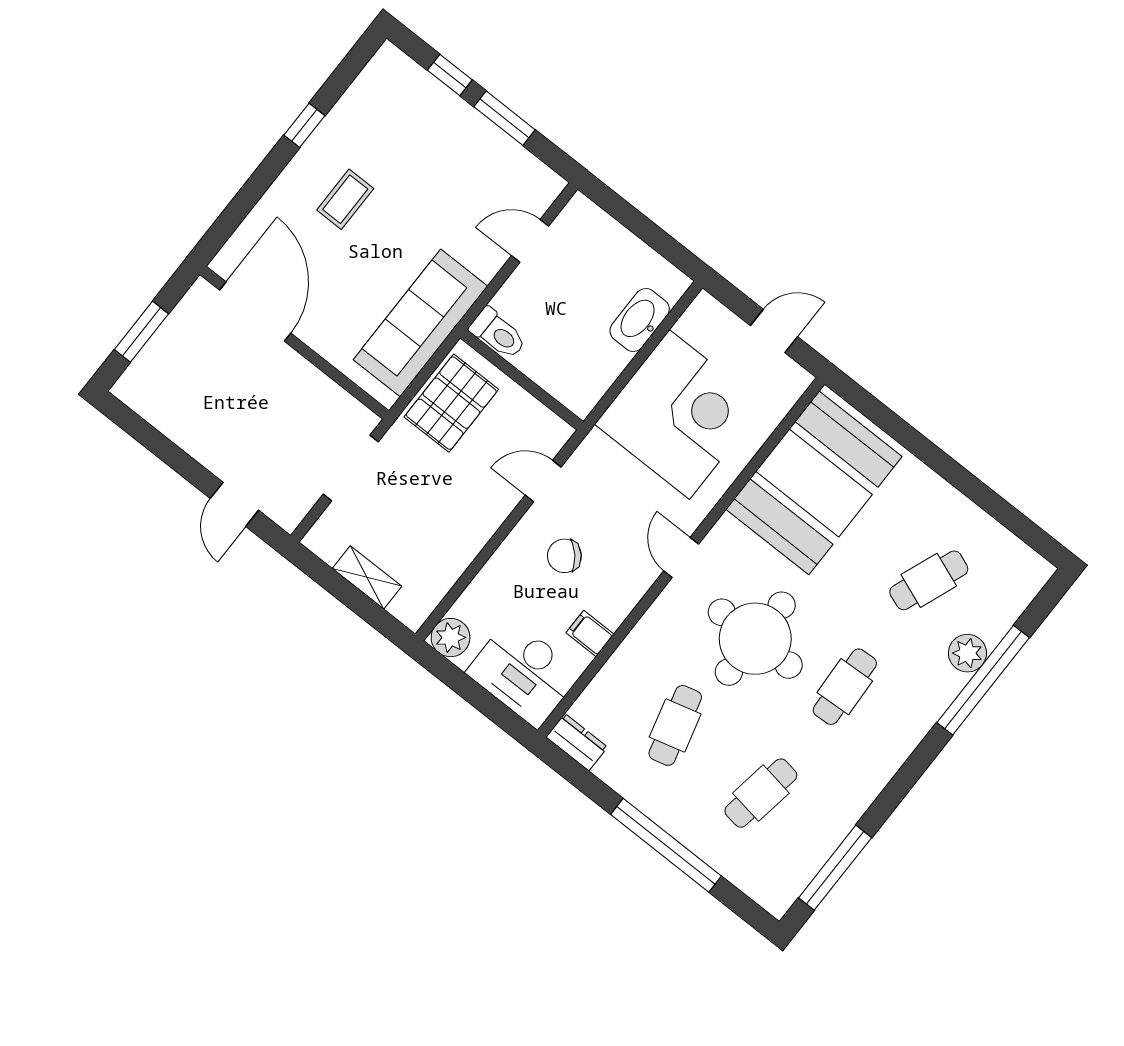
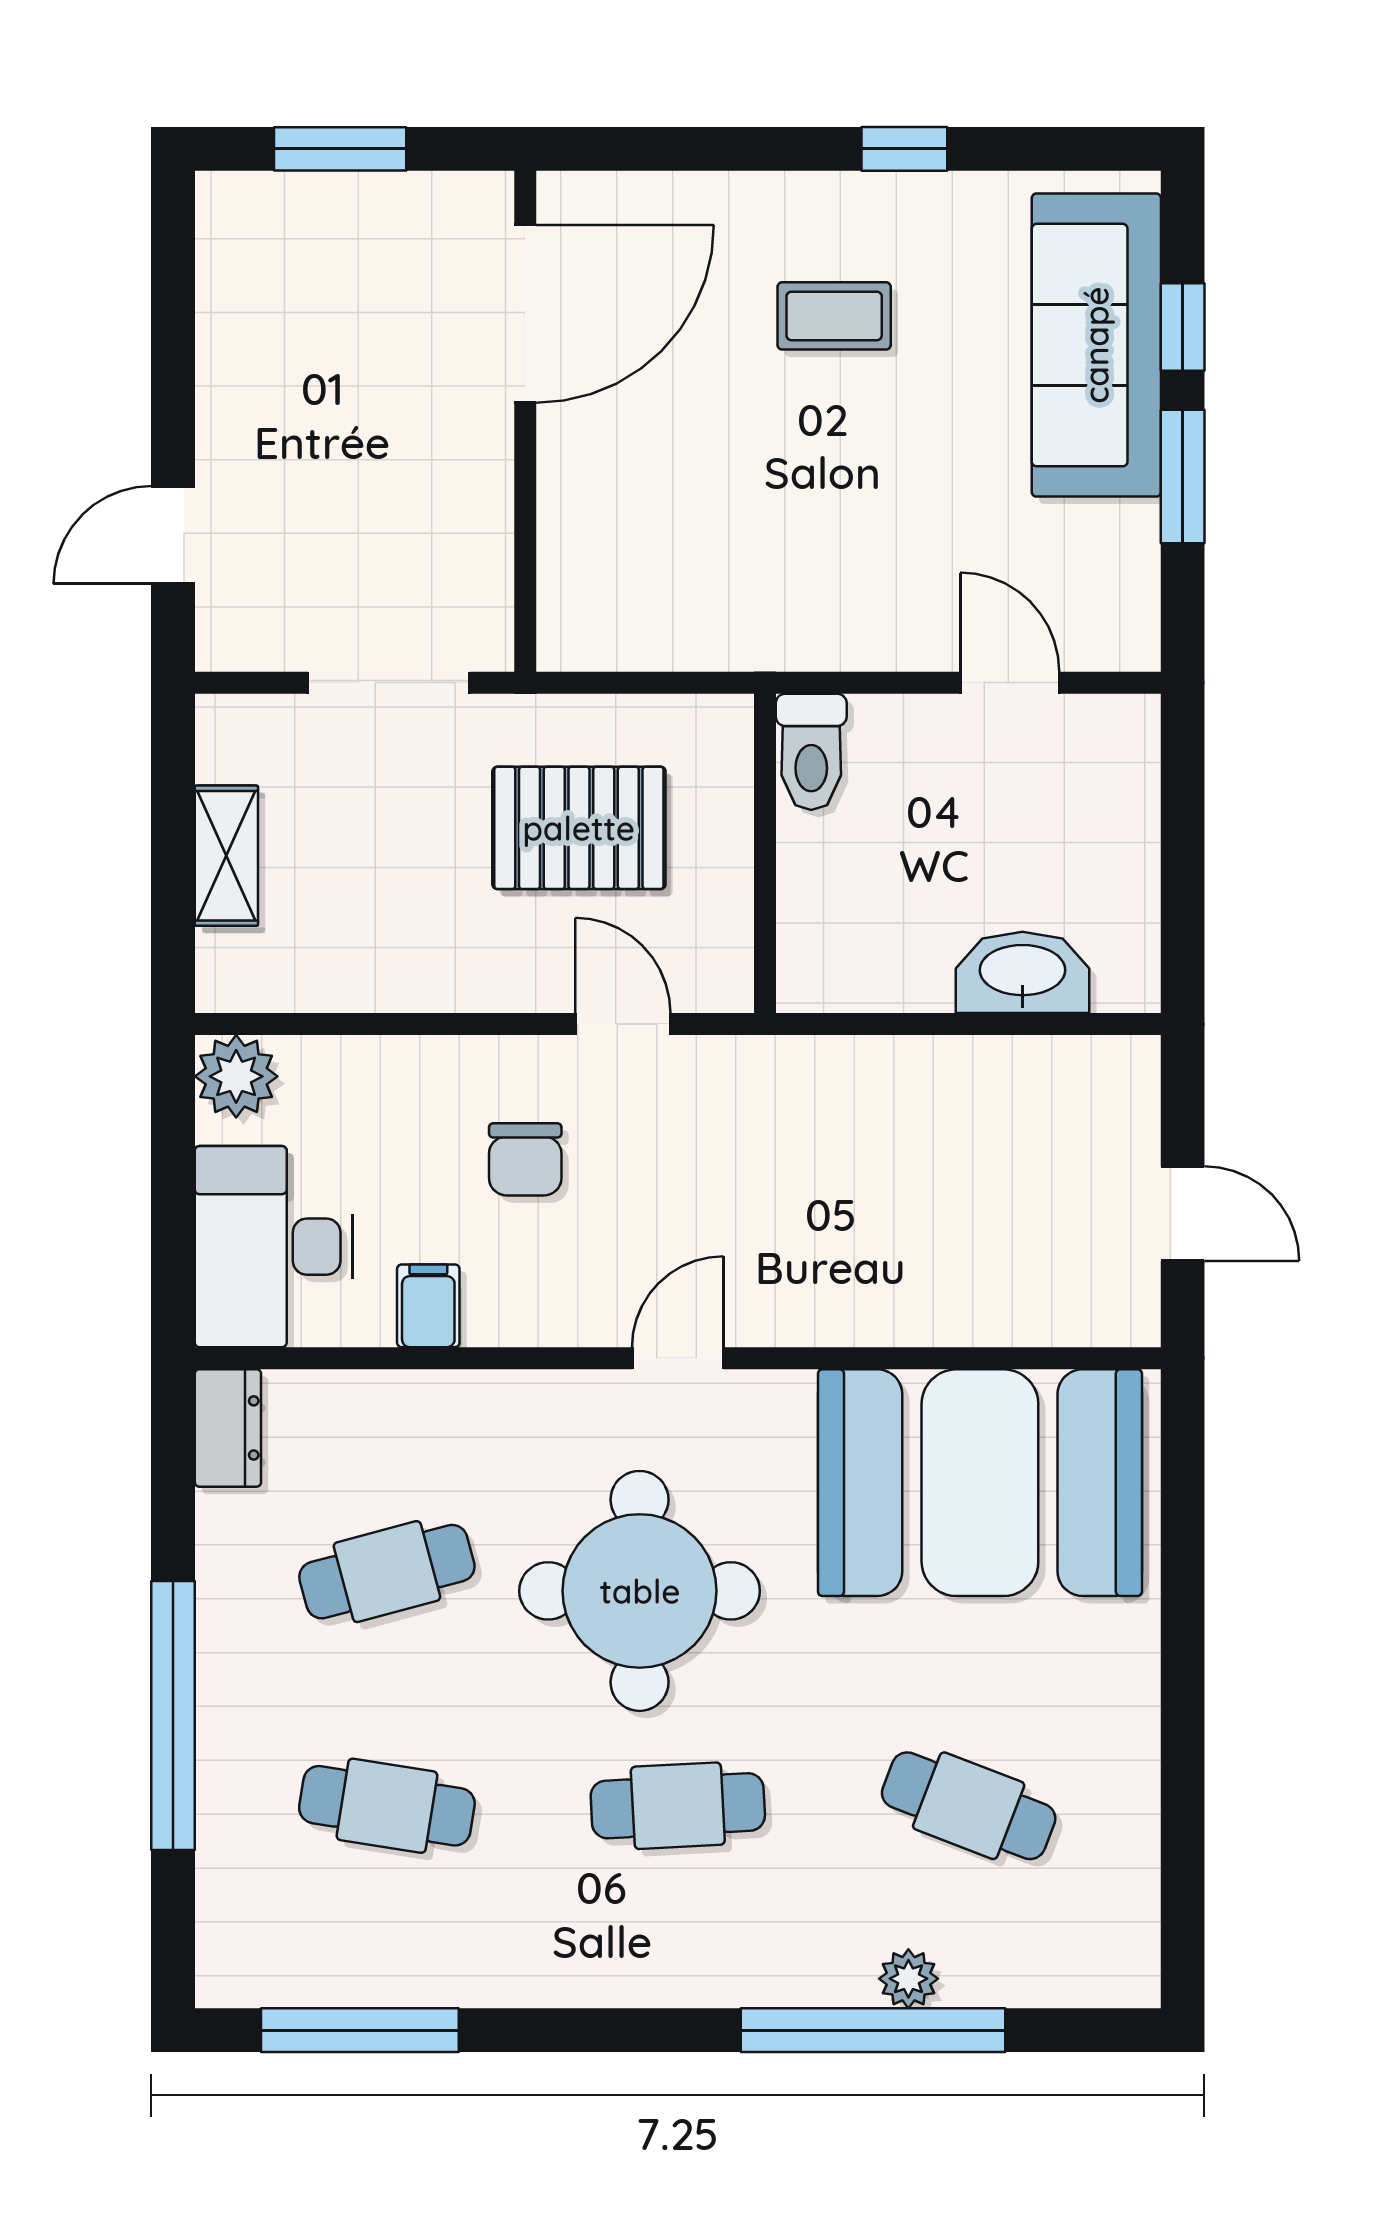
sofa: (421, 323) -> (1096, 345), moved, turned -90
pallet: (451, 403) -> (579, 828), moved
corner desk: (679, 414) -> (916, 1165), removed
chair: (564, 556) -> (525, 1159), turned -139
plant: (967, 653) -> (908, 1979), width x0.73, depth x0.73

